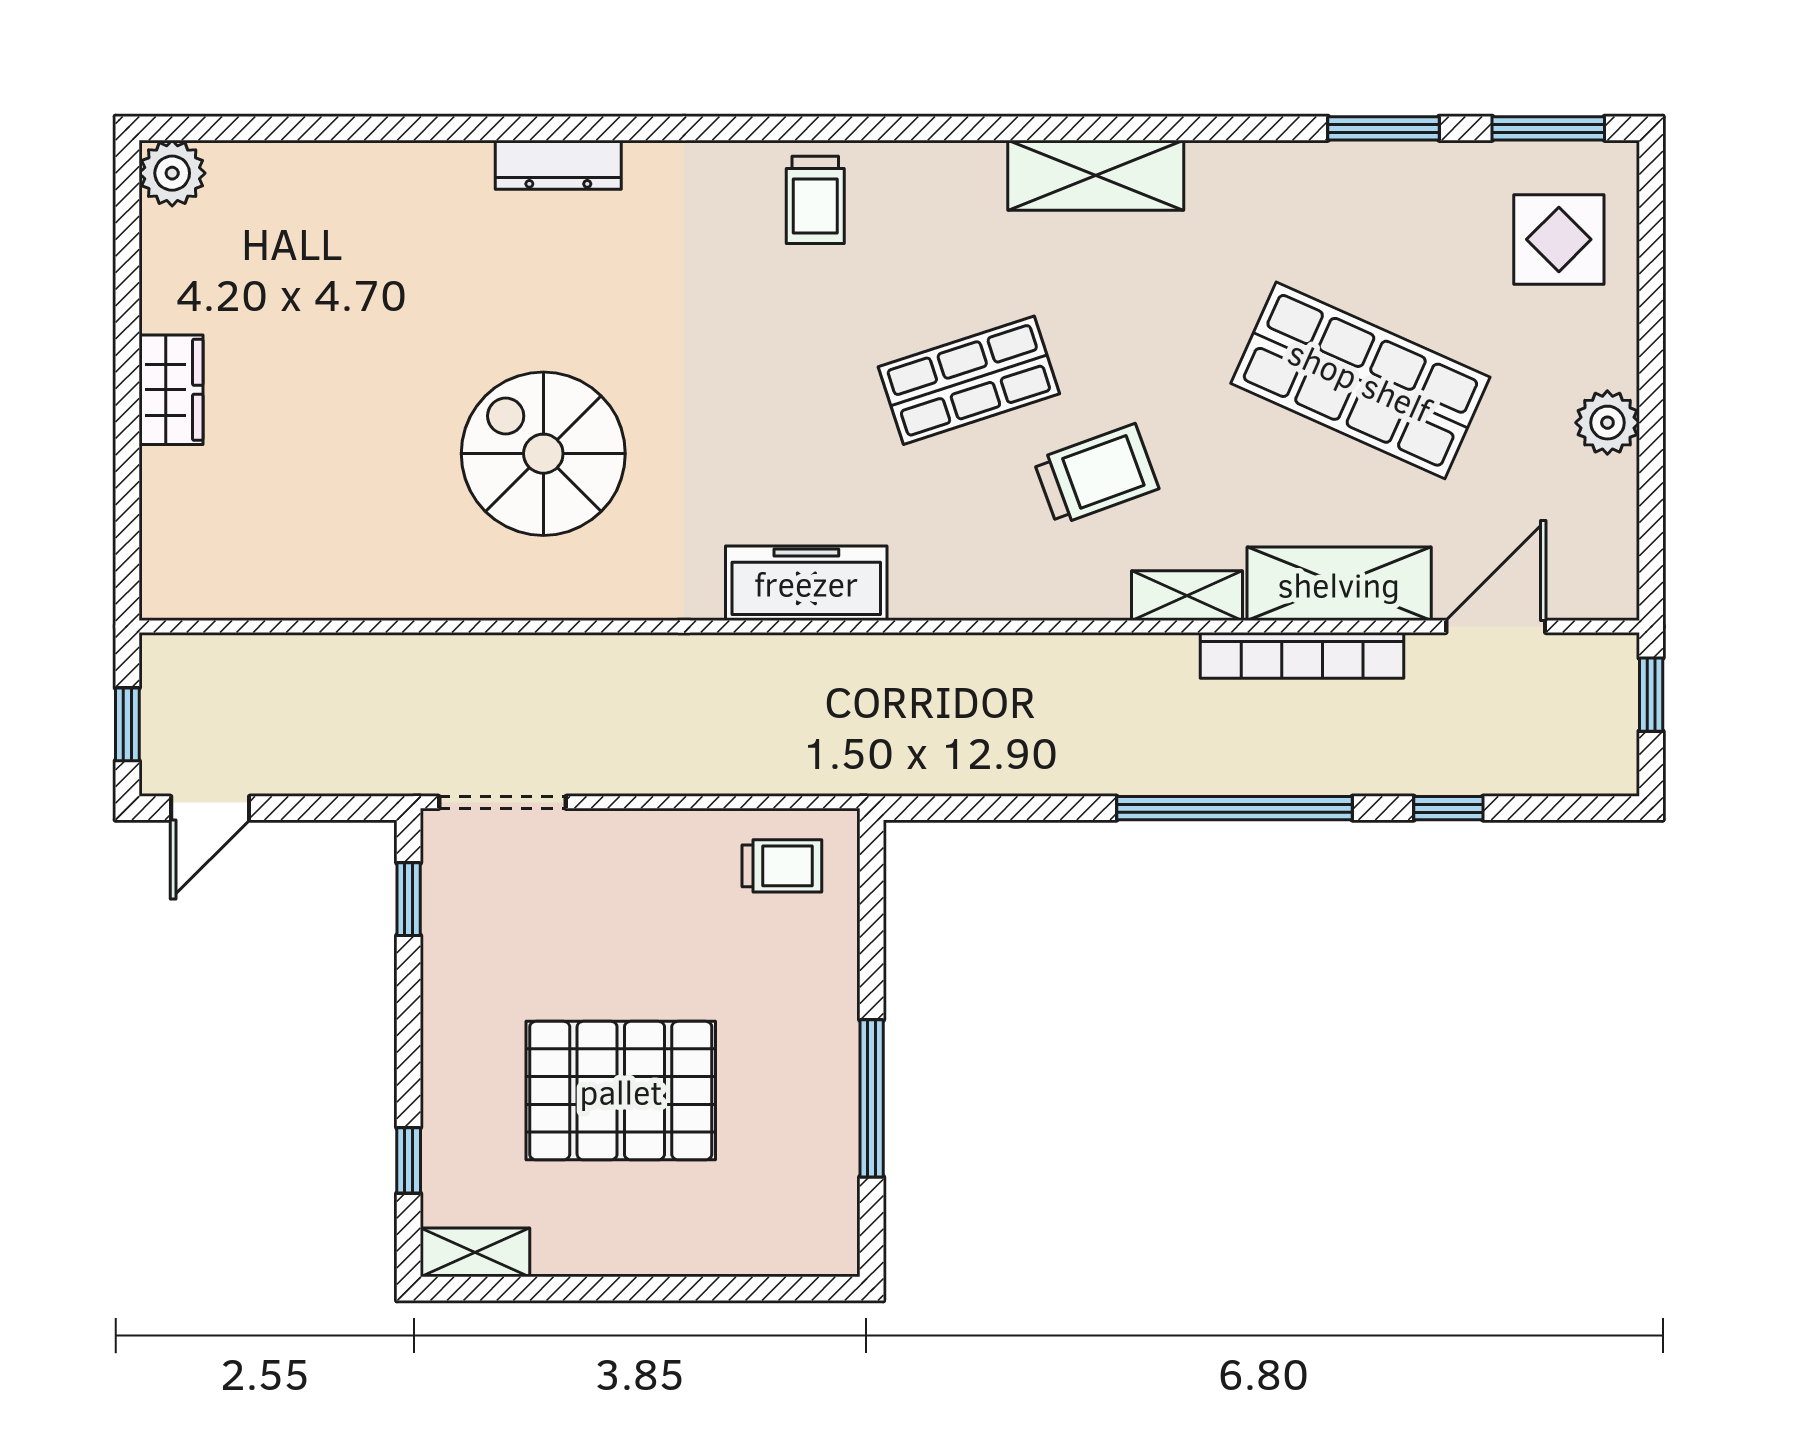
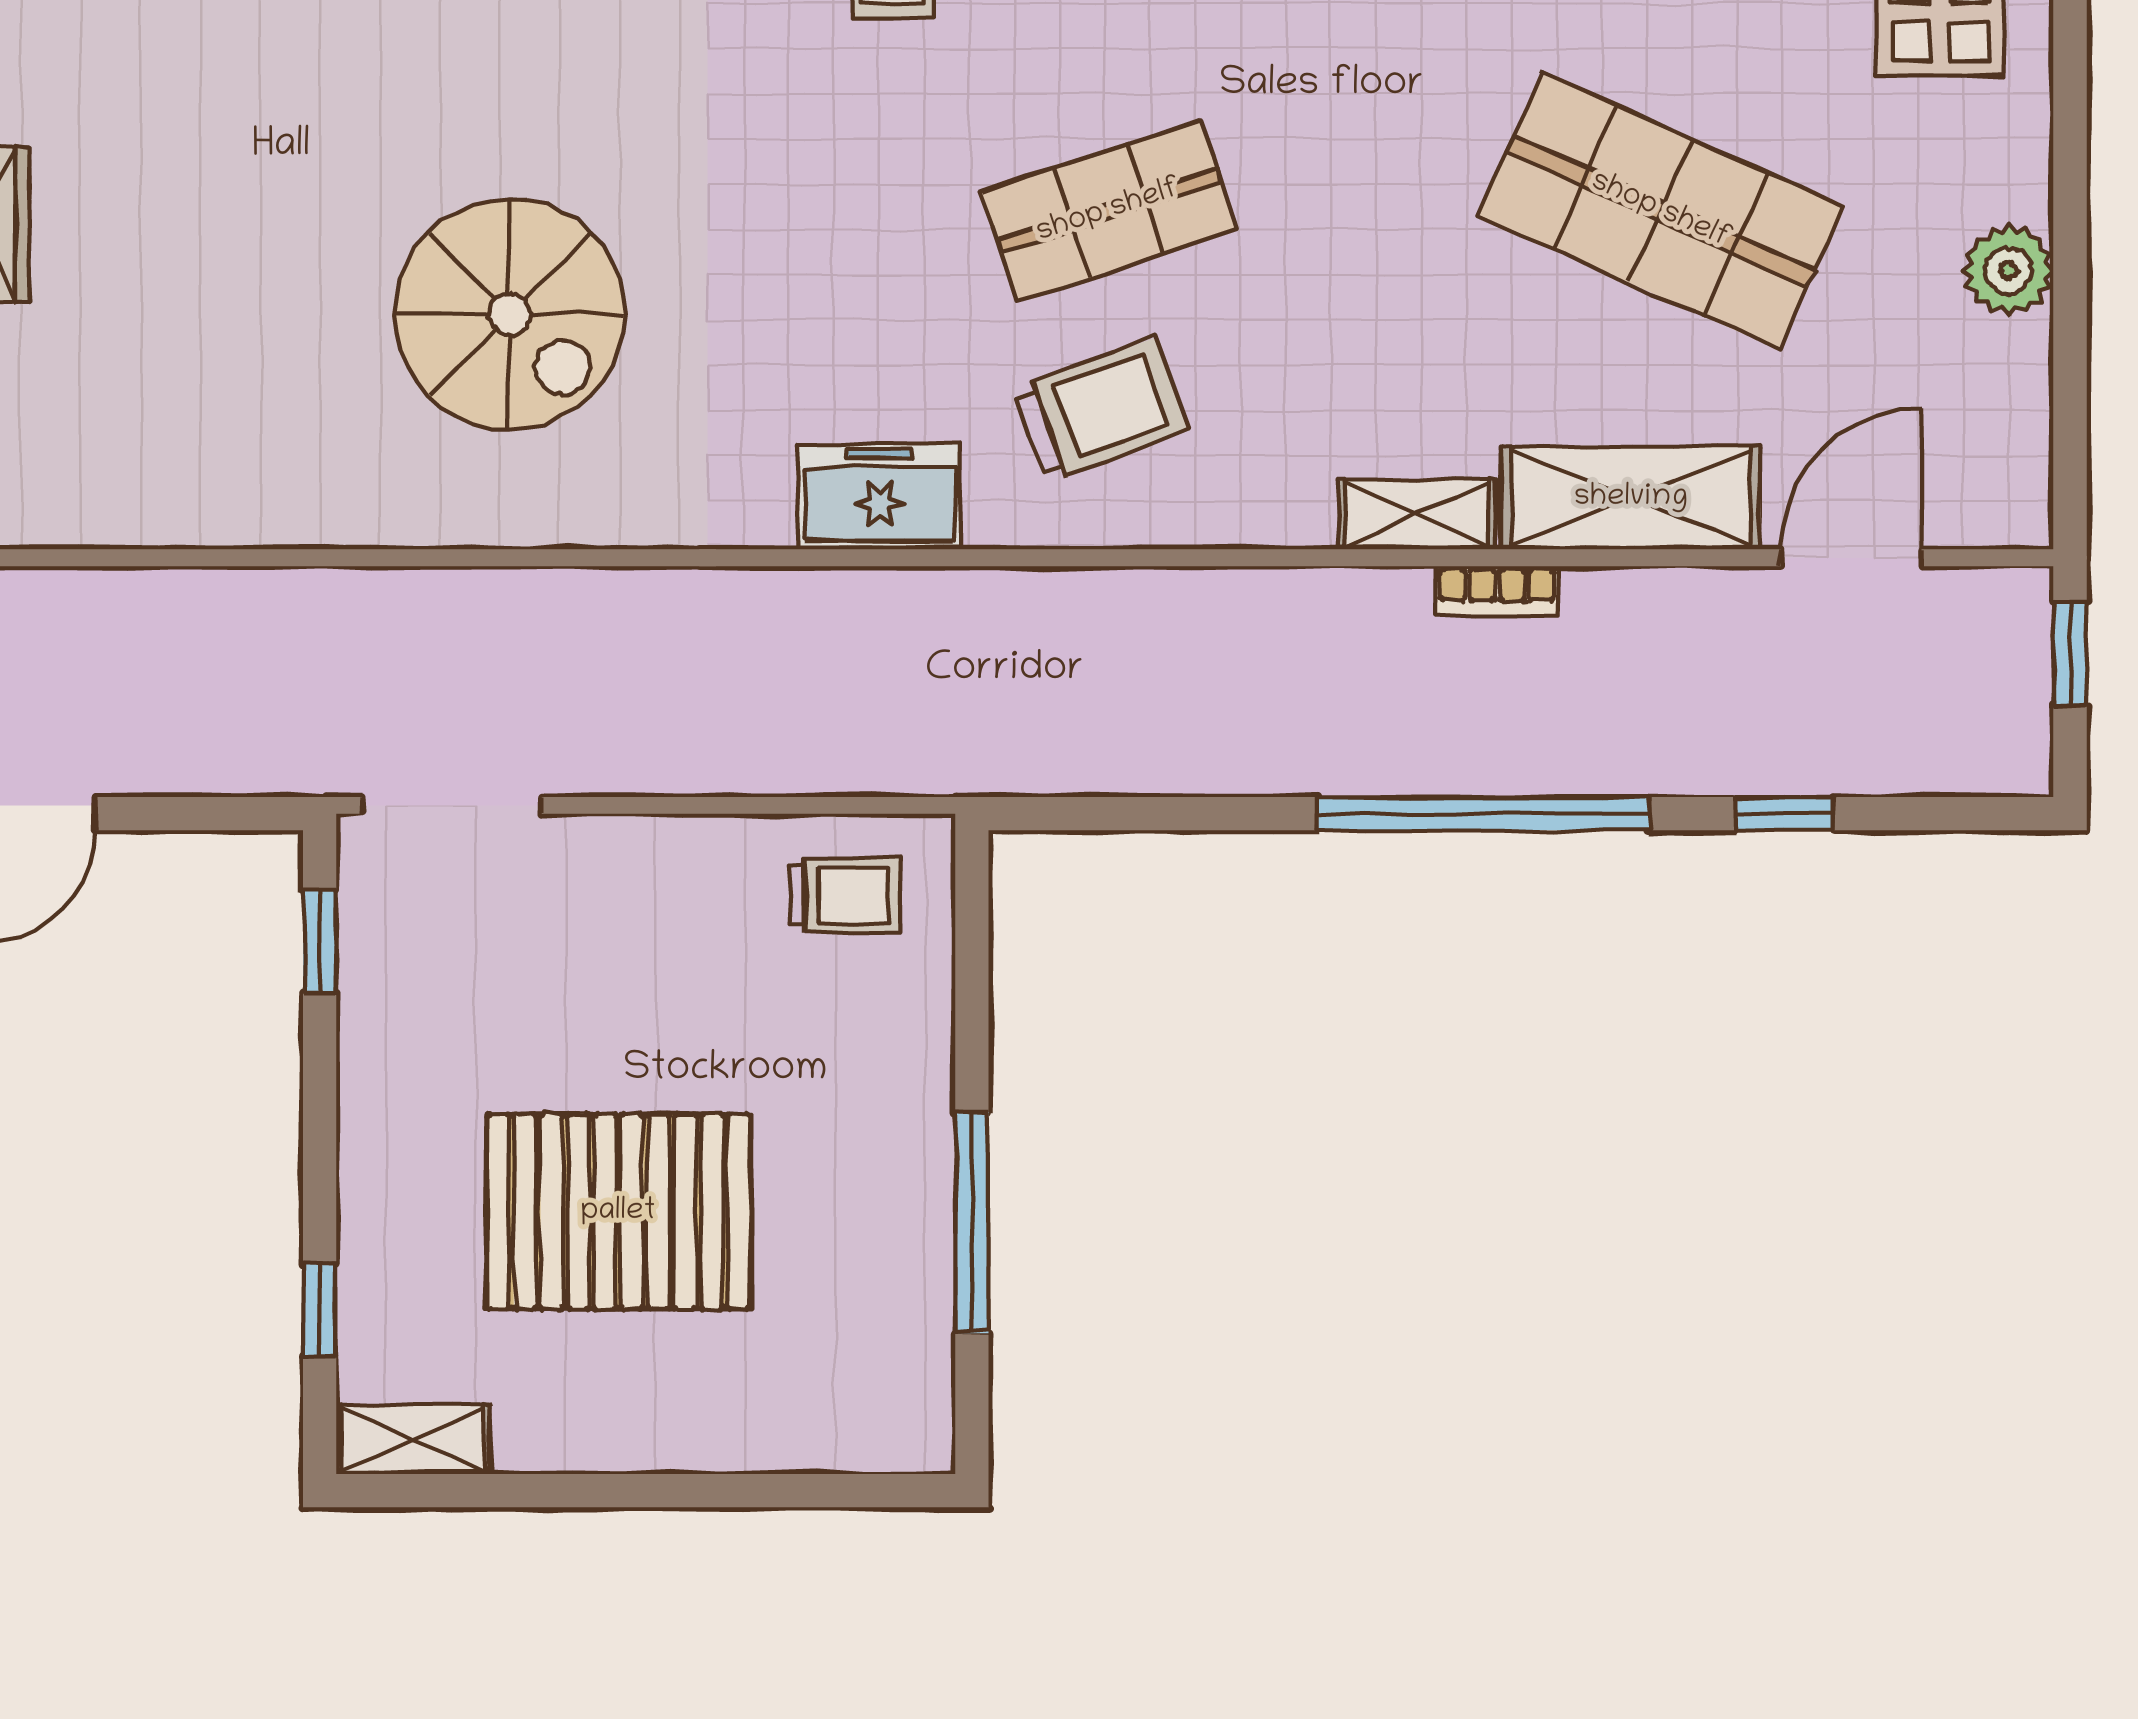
spiral stairs: (543, 454) -> (509, 314), turned 180
trolley: (1096, 474) -> (1101, 410), moved
freezer: (806, 583) -> (880, 497), width x0.71
bookcase: (1302, 655) -> (1497, 591), width x0.43, depth x0.76

